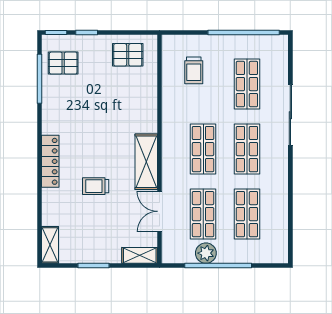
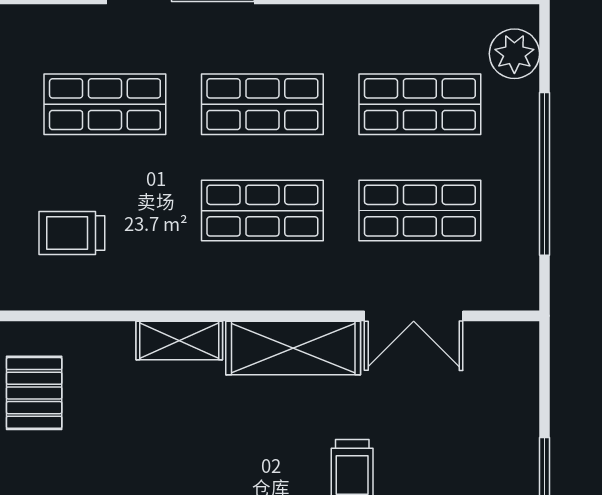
trolley: (194, 70) -> (72, 233), turned 180
plant: (206, 253) -> (514, 54), moved
shelving: (140, 255) -> (179, 340), moved, turned 90

